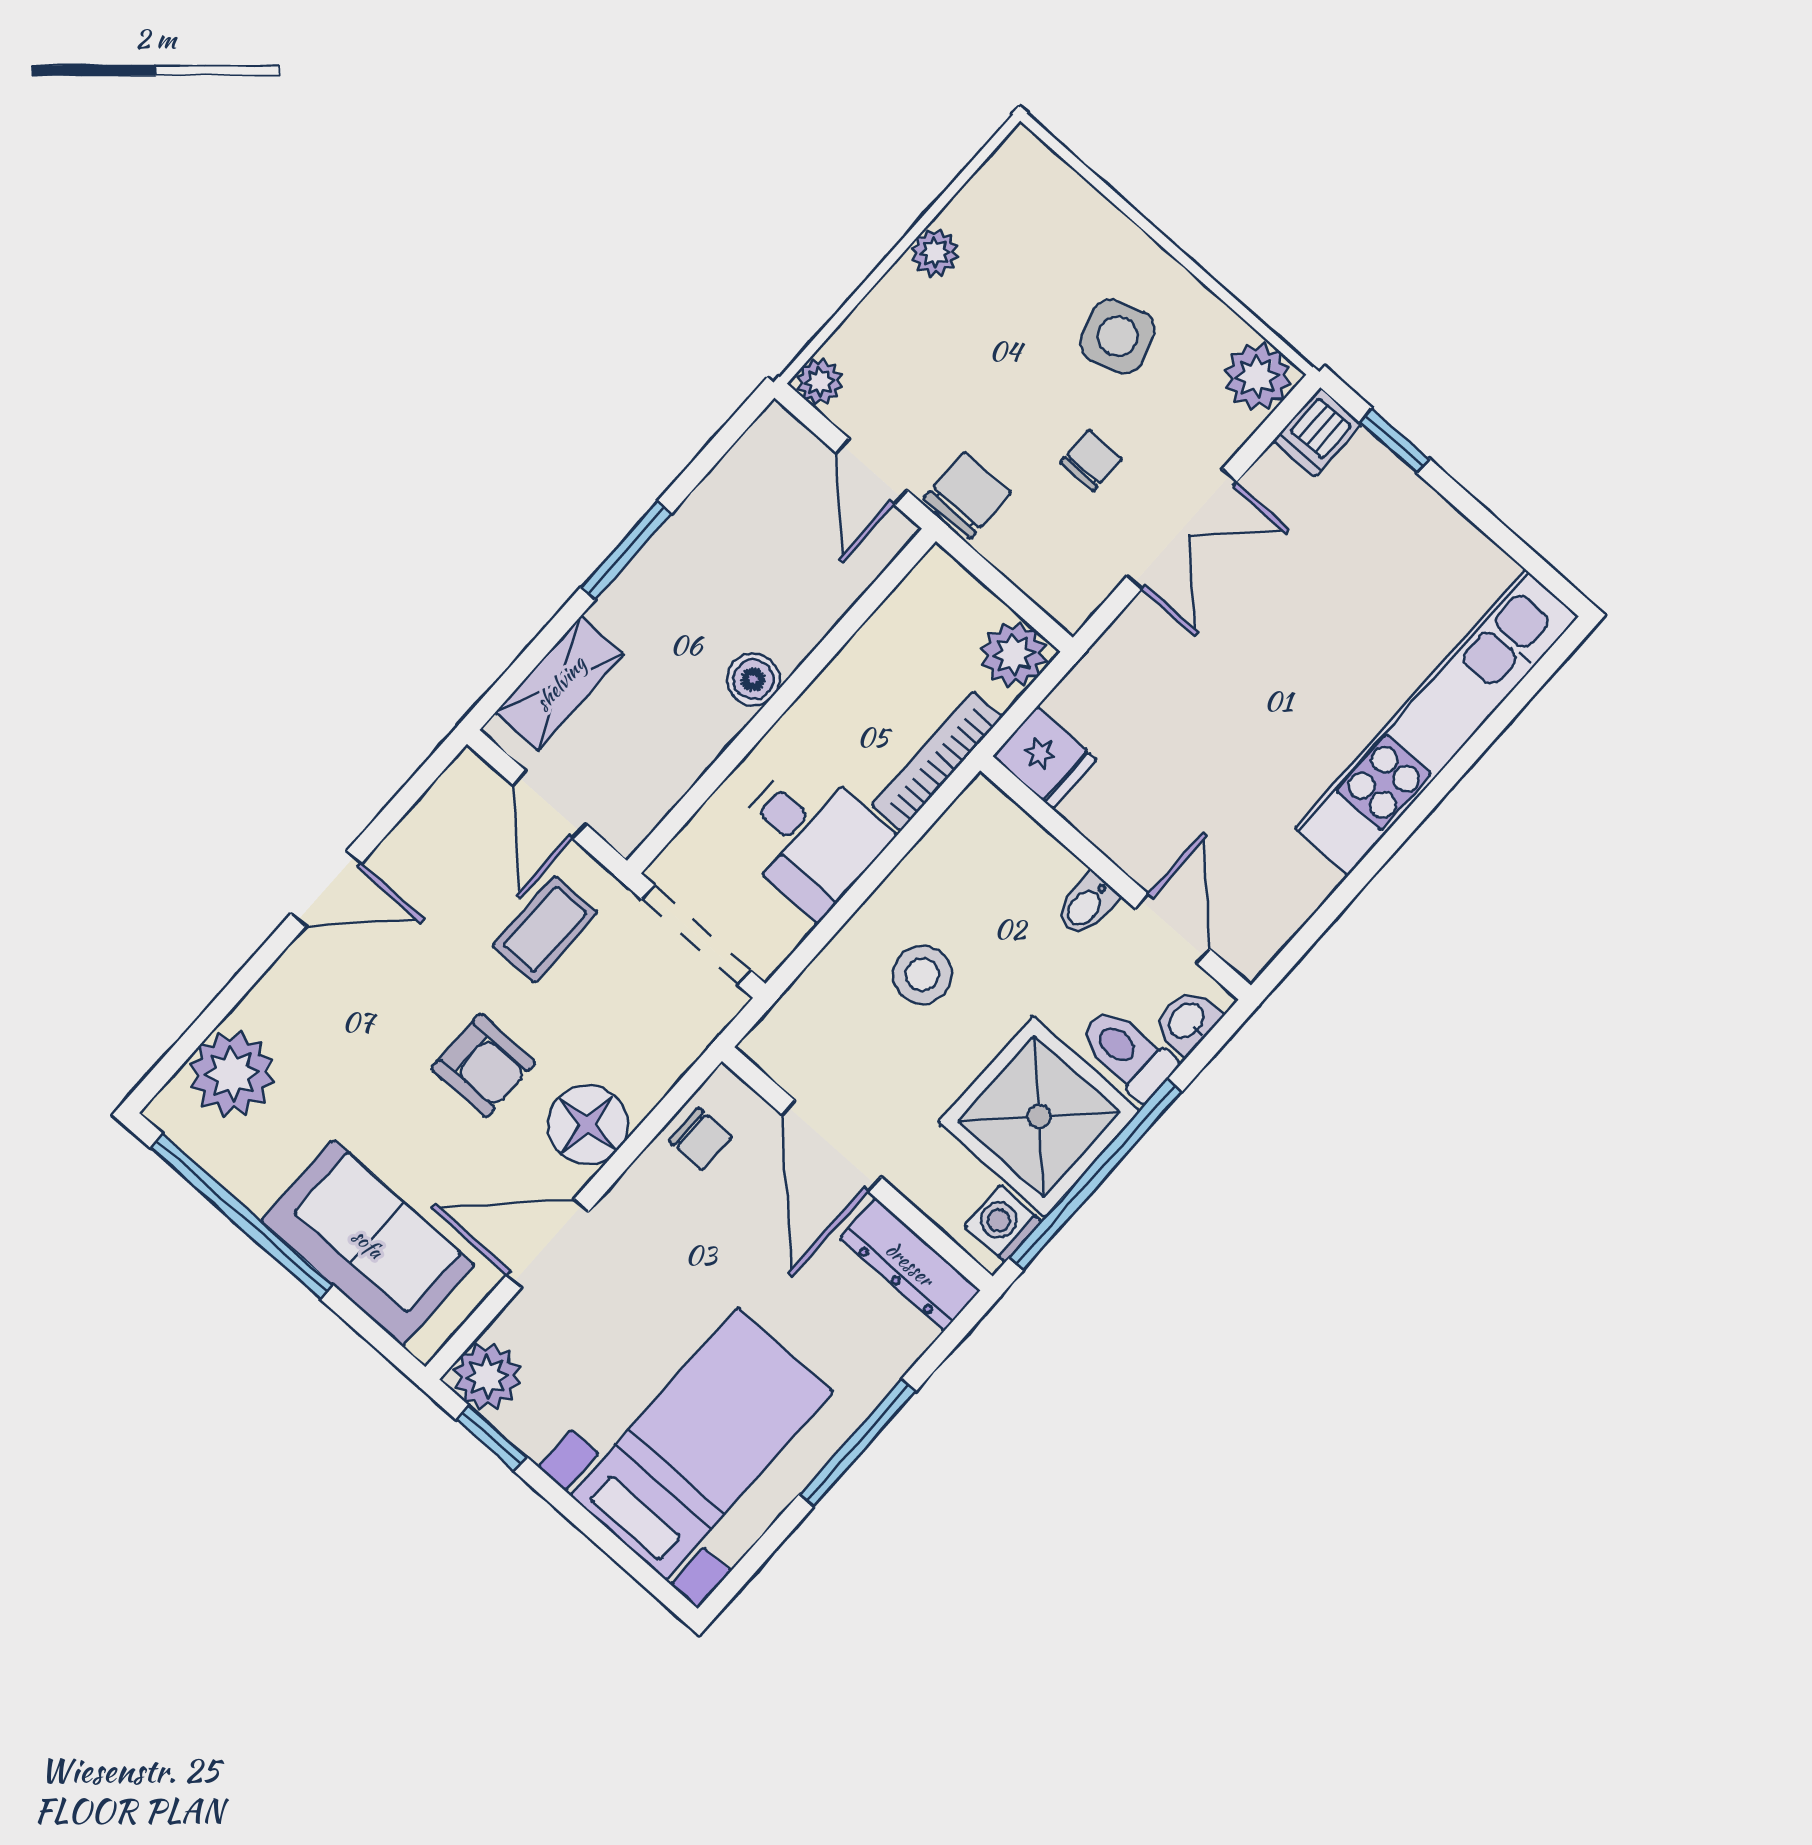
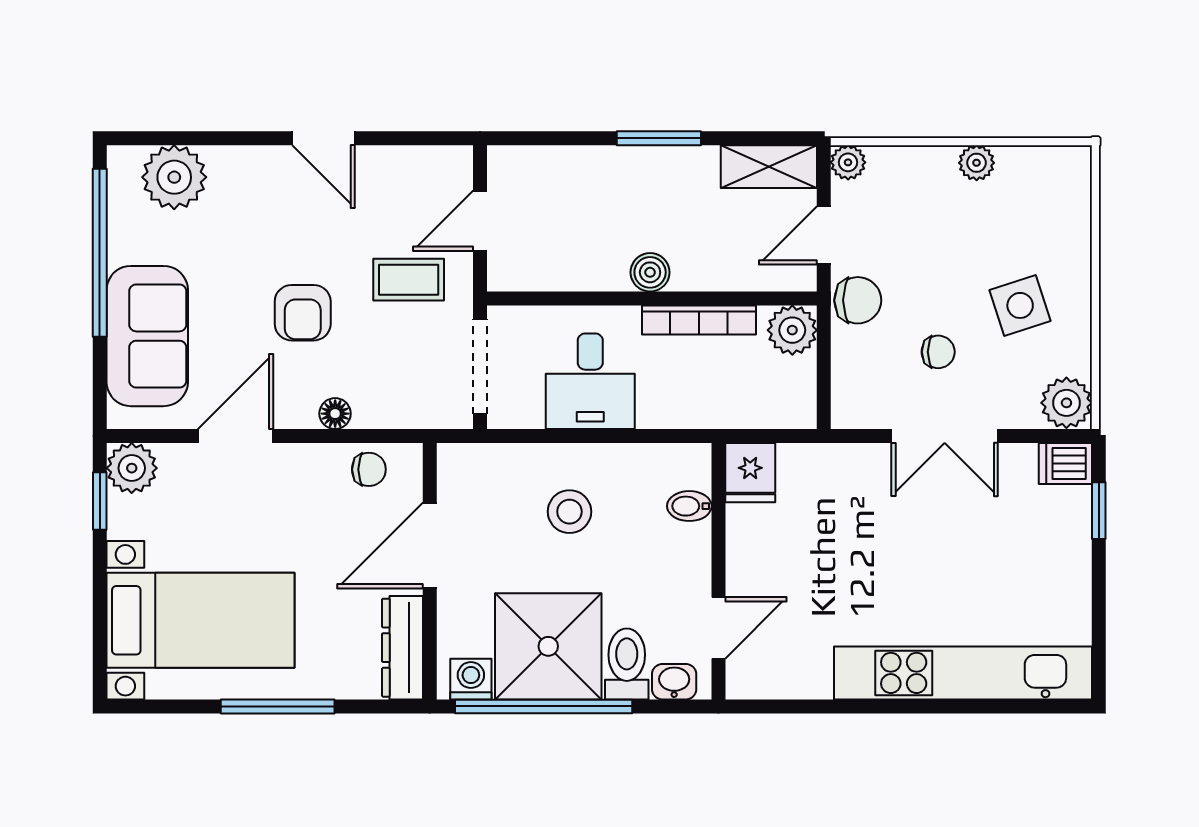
plant: (1014, 654) -> (792, 330), moved
shelving: (560, 683) -> (769, 167), moved
bookcase: (937, 761) -> (699, 320), moved, turned 180
bidet: (1087, 905) -> (689, 506), moved
floor lamp: (588, 1125) -> (335, 414), width x0.53, depth x0.53
chair: (700, 1139) -> (369, 469), turned -90
door: (547, 1243) -> (235, 436), hinge flipped

